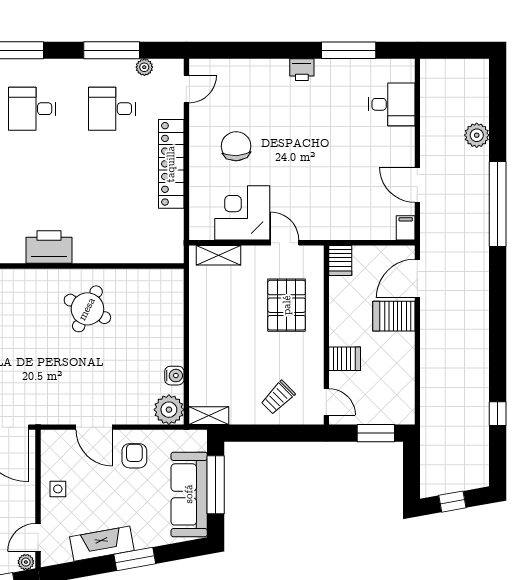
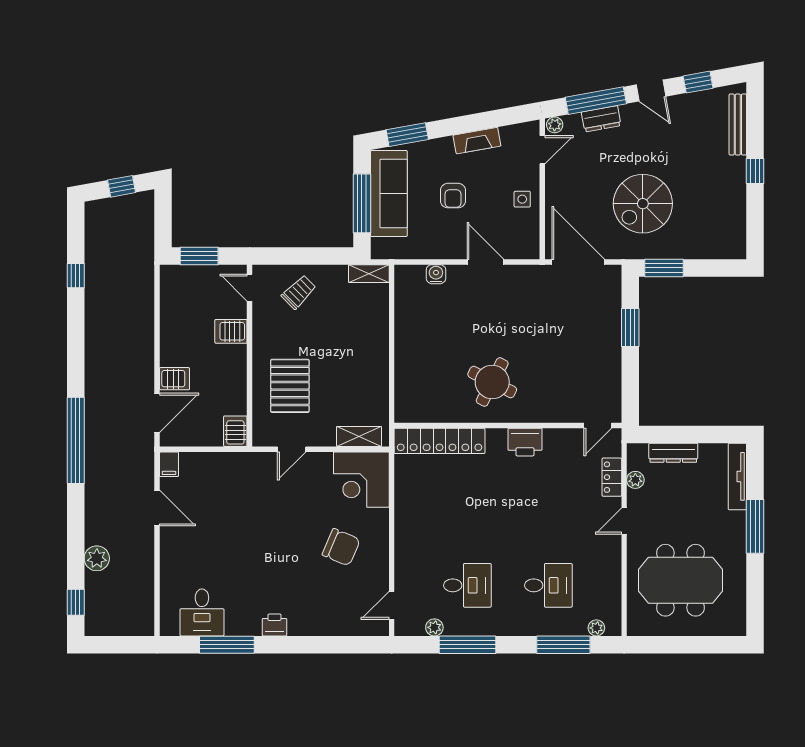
window: (498, 92) -> (76, 602), added
desk: (392, 104) -> (202, 612), moved, turned -90
chair: (236, 146) -> (341, 547), turned -64
locker: (171, 164) -> (439, 441), moved, turned 90
window: (498, 204) -> (76, 440), moved
corner desk: (242, 213) -> (361, 480), moved, turned 90
door: (285, 243) -> (292, 449), hinge flipped
printer: (49, 247) -> (525, 442), width x0.73, depth x0.84
server rack: (394, 316) -> (174, 379), width x0.73, depth x0.70
water cooler: (174, 376) -> (436, 274), moved, turned 90
plant: (169, 410) -> (409, 280), removed
armchair: (134, 456) -> (453, 196), moved
fireplace: (102, 544) -> (477, 141), width x0.73, depth x0.76
window: (135, 559) -> (407, 135), moved

